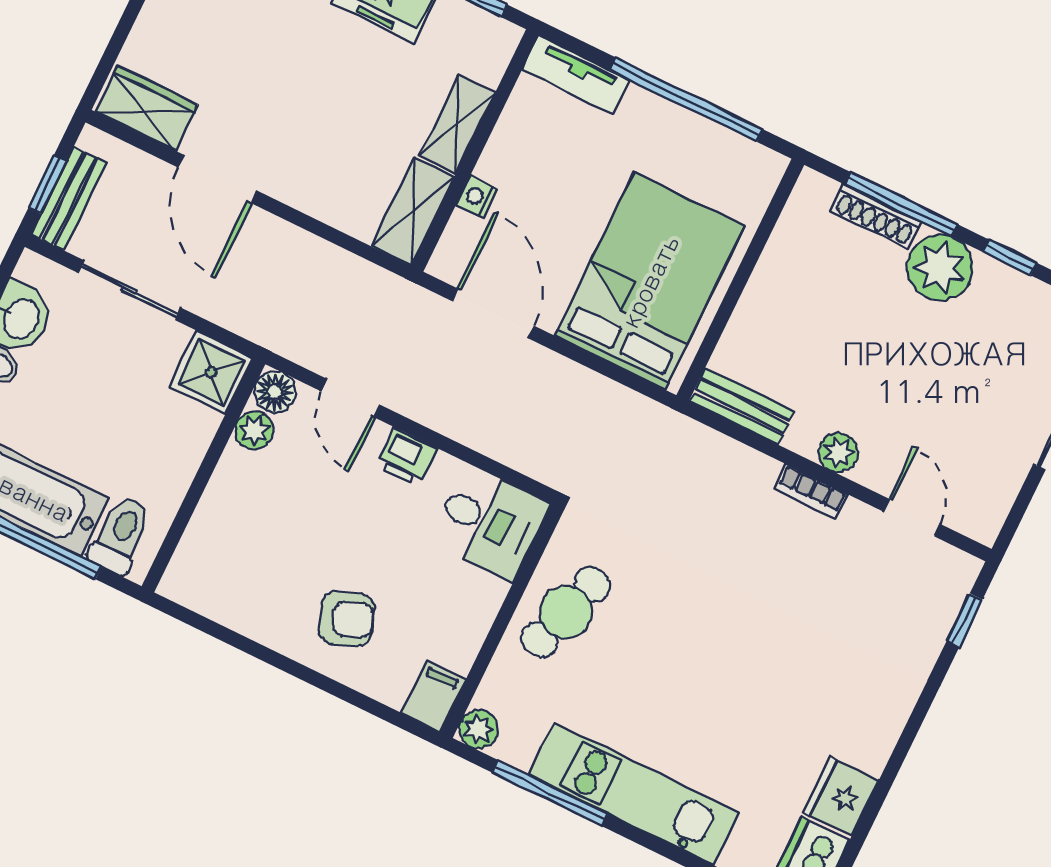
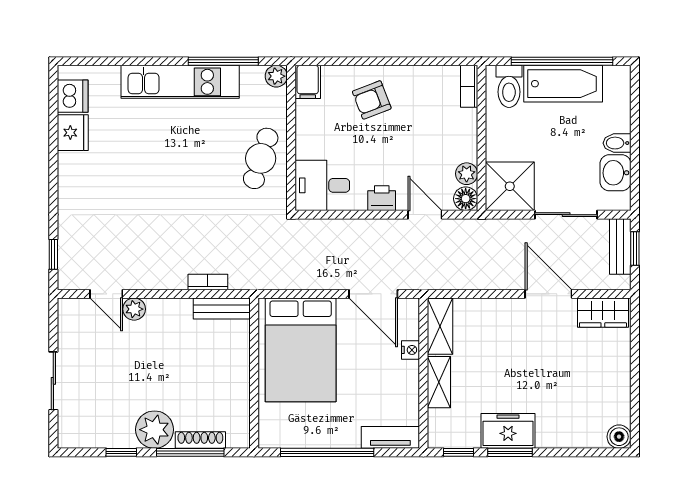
shower: (211, 372) -> (510, 186), width x1.36, depth x1.36
plant: (838, 452) -> (134, 309), moved
bookcase: (811, 492) -> (208, 282), moved
bookcase: (183, 566) -> (469, 86), added

